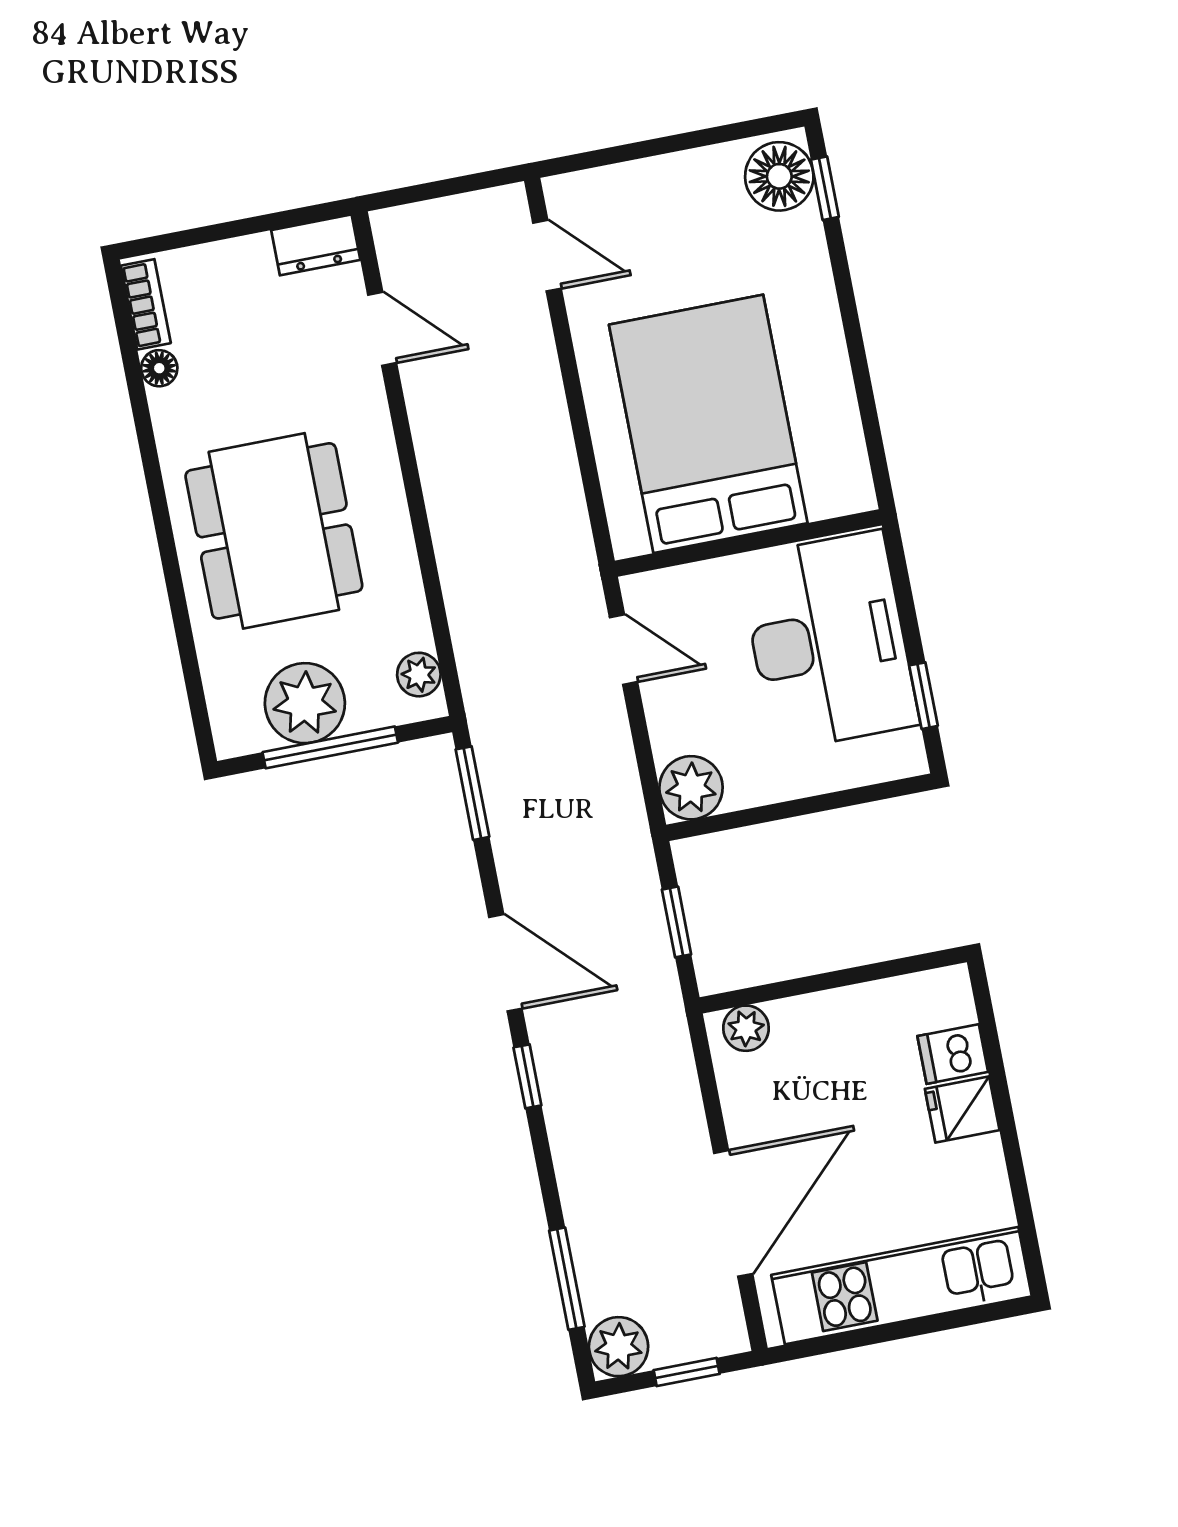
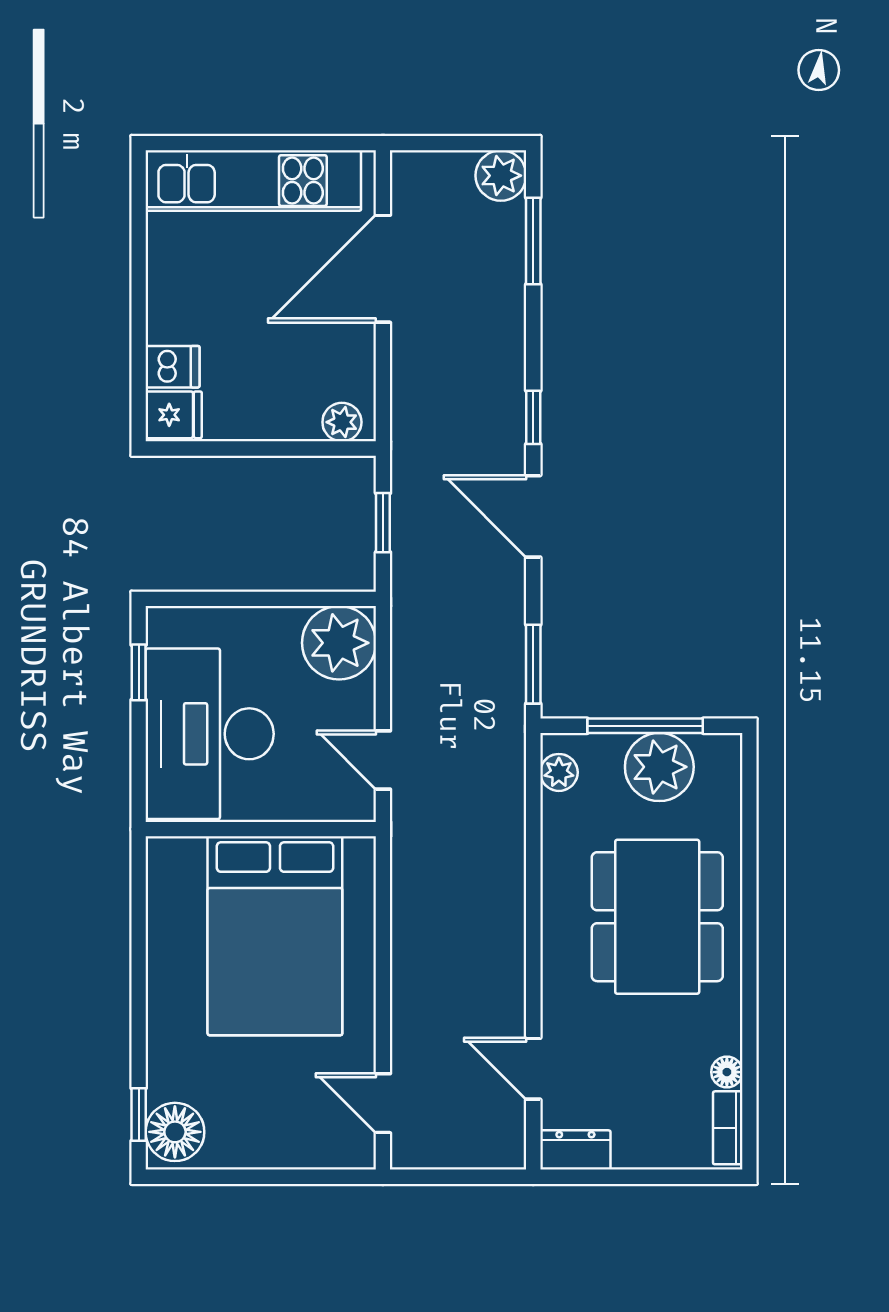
plant: (691, 788) -> (339, 643), width x1.36, depth x1.36
fridge: (962, 1109) -> (174, 415), moved
window: (687, 1372) -> (448, 143), removed

